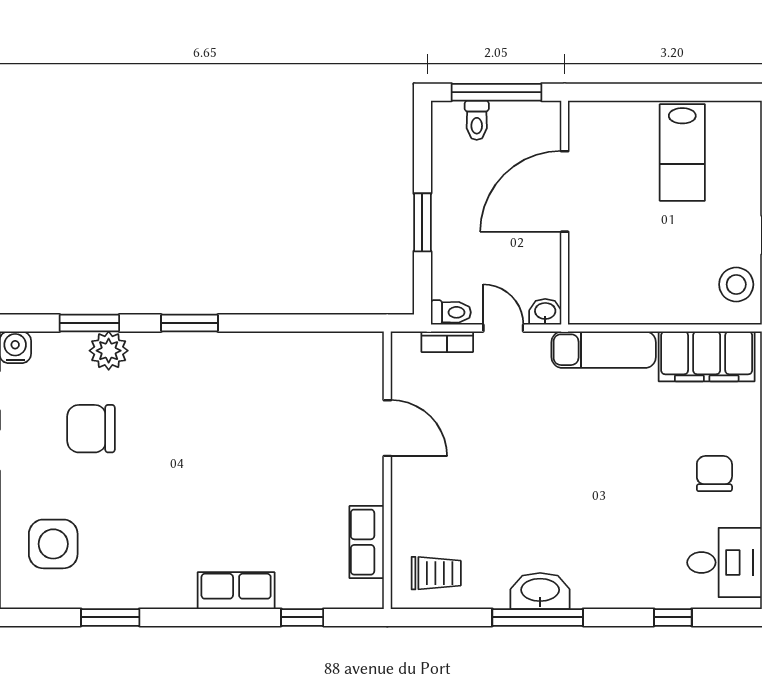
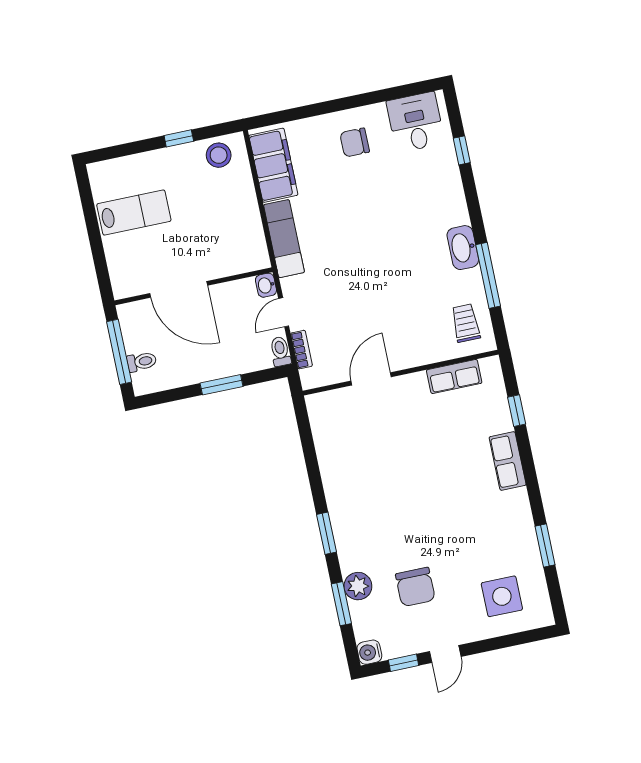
window: (538, 617) -> (488, 275), moved

